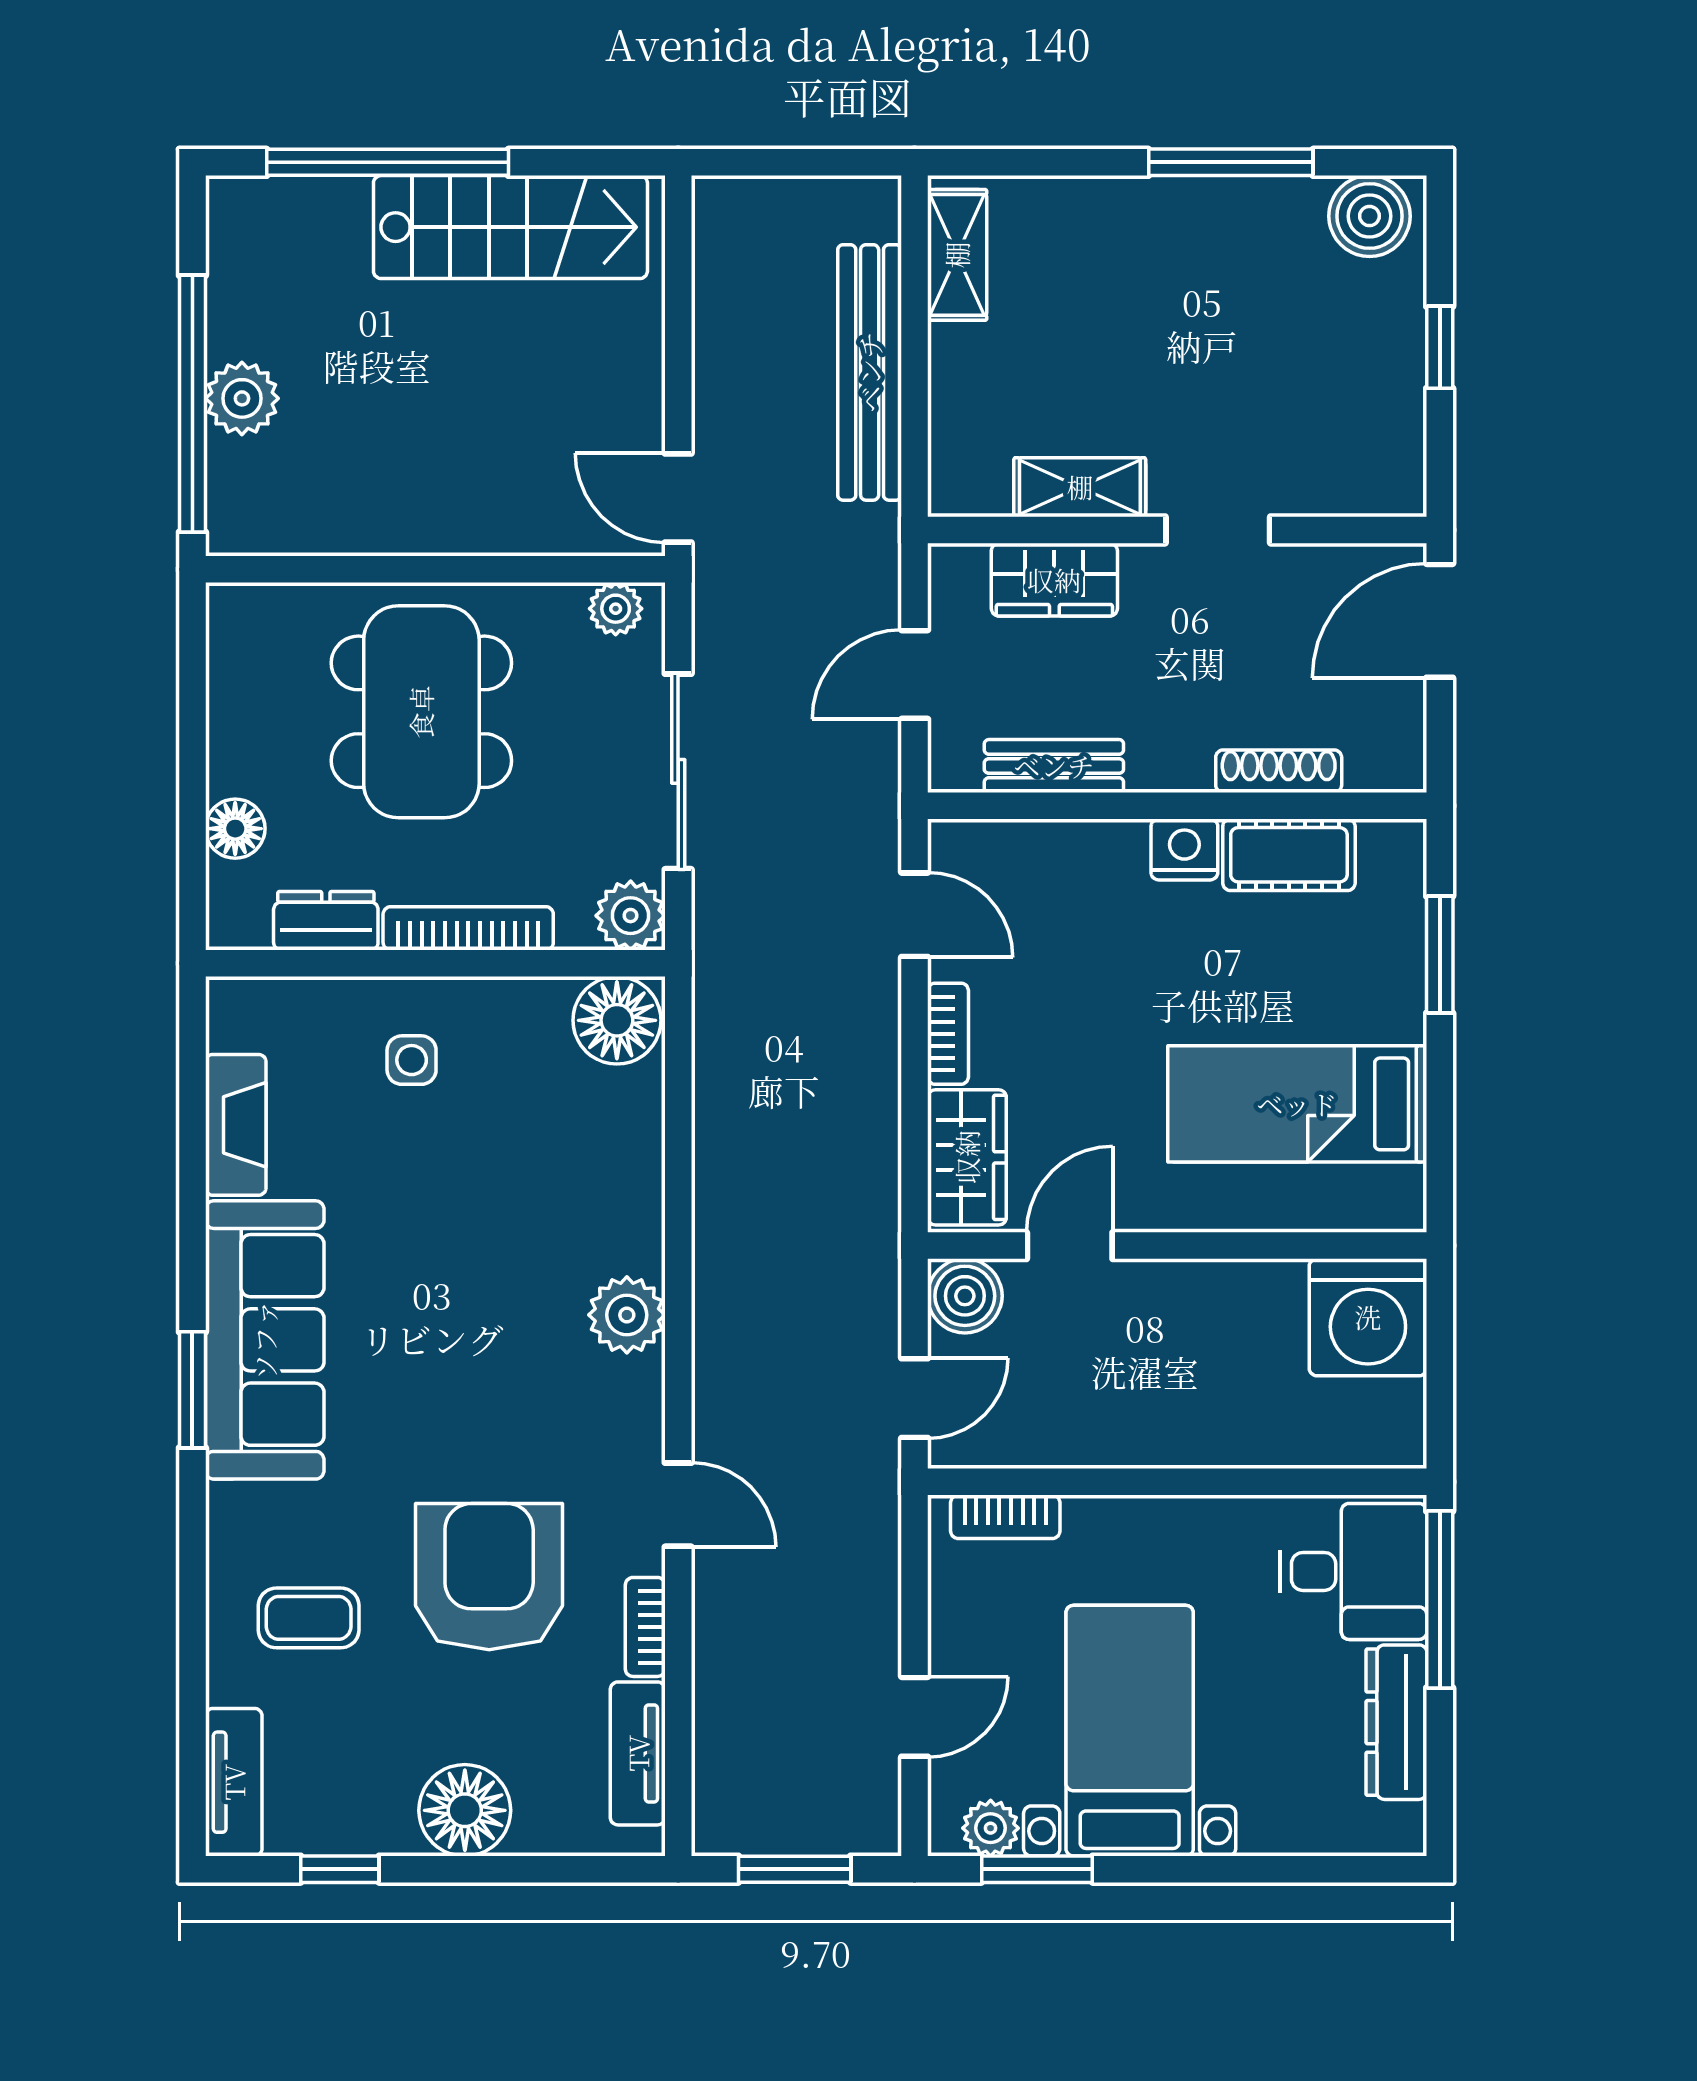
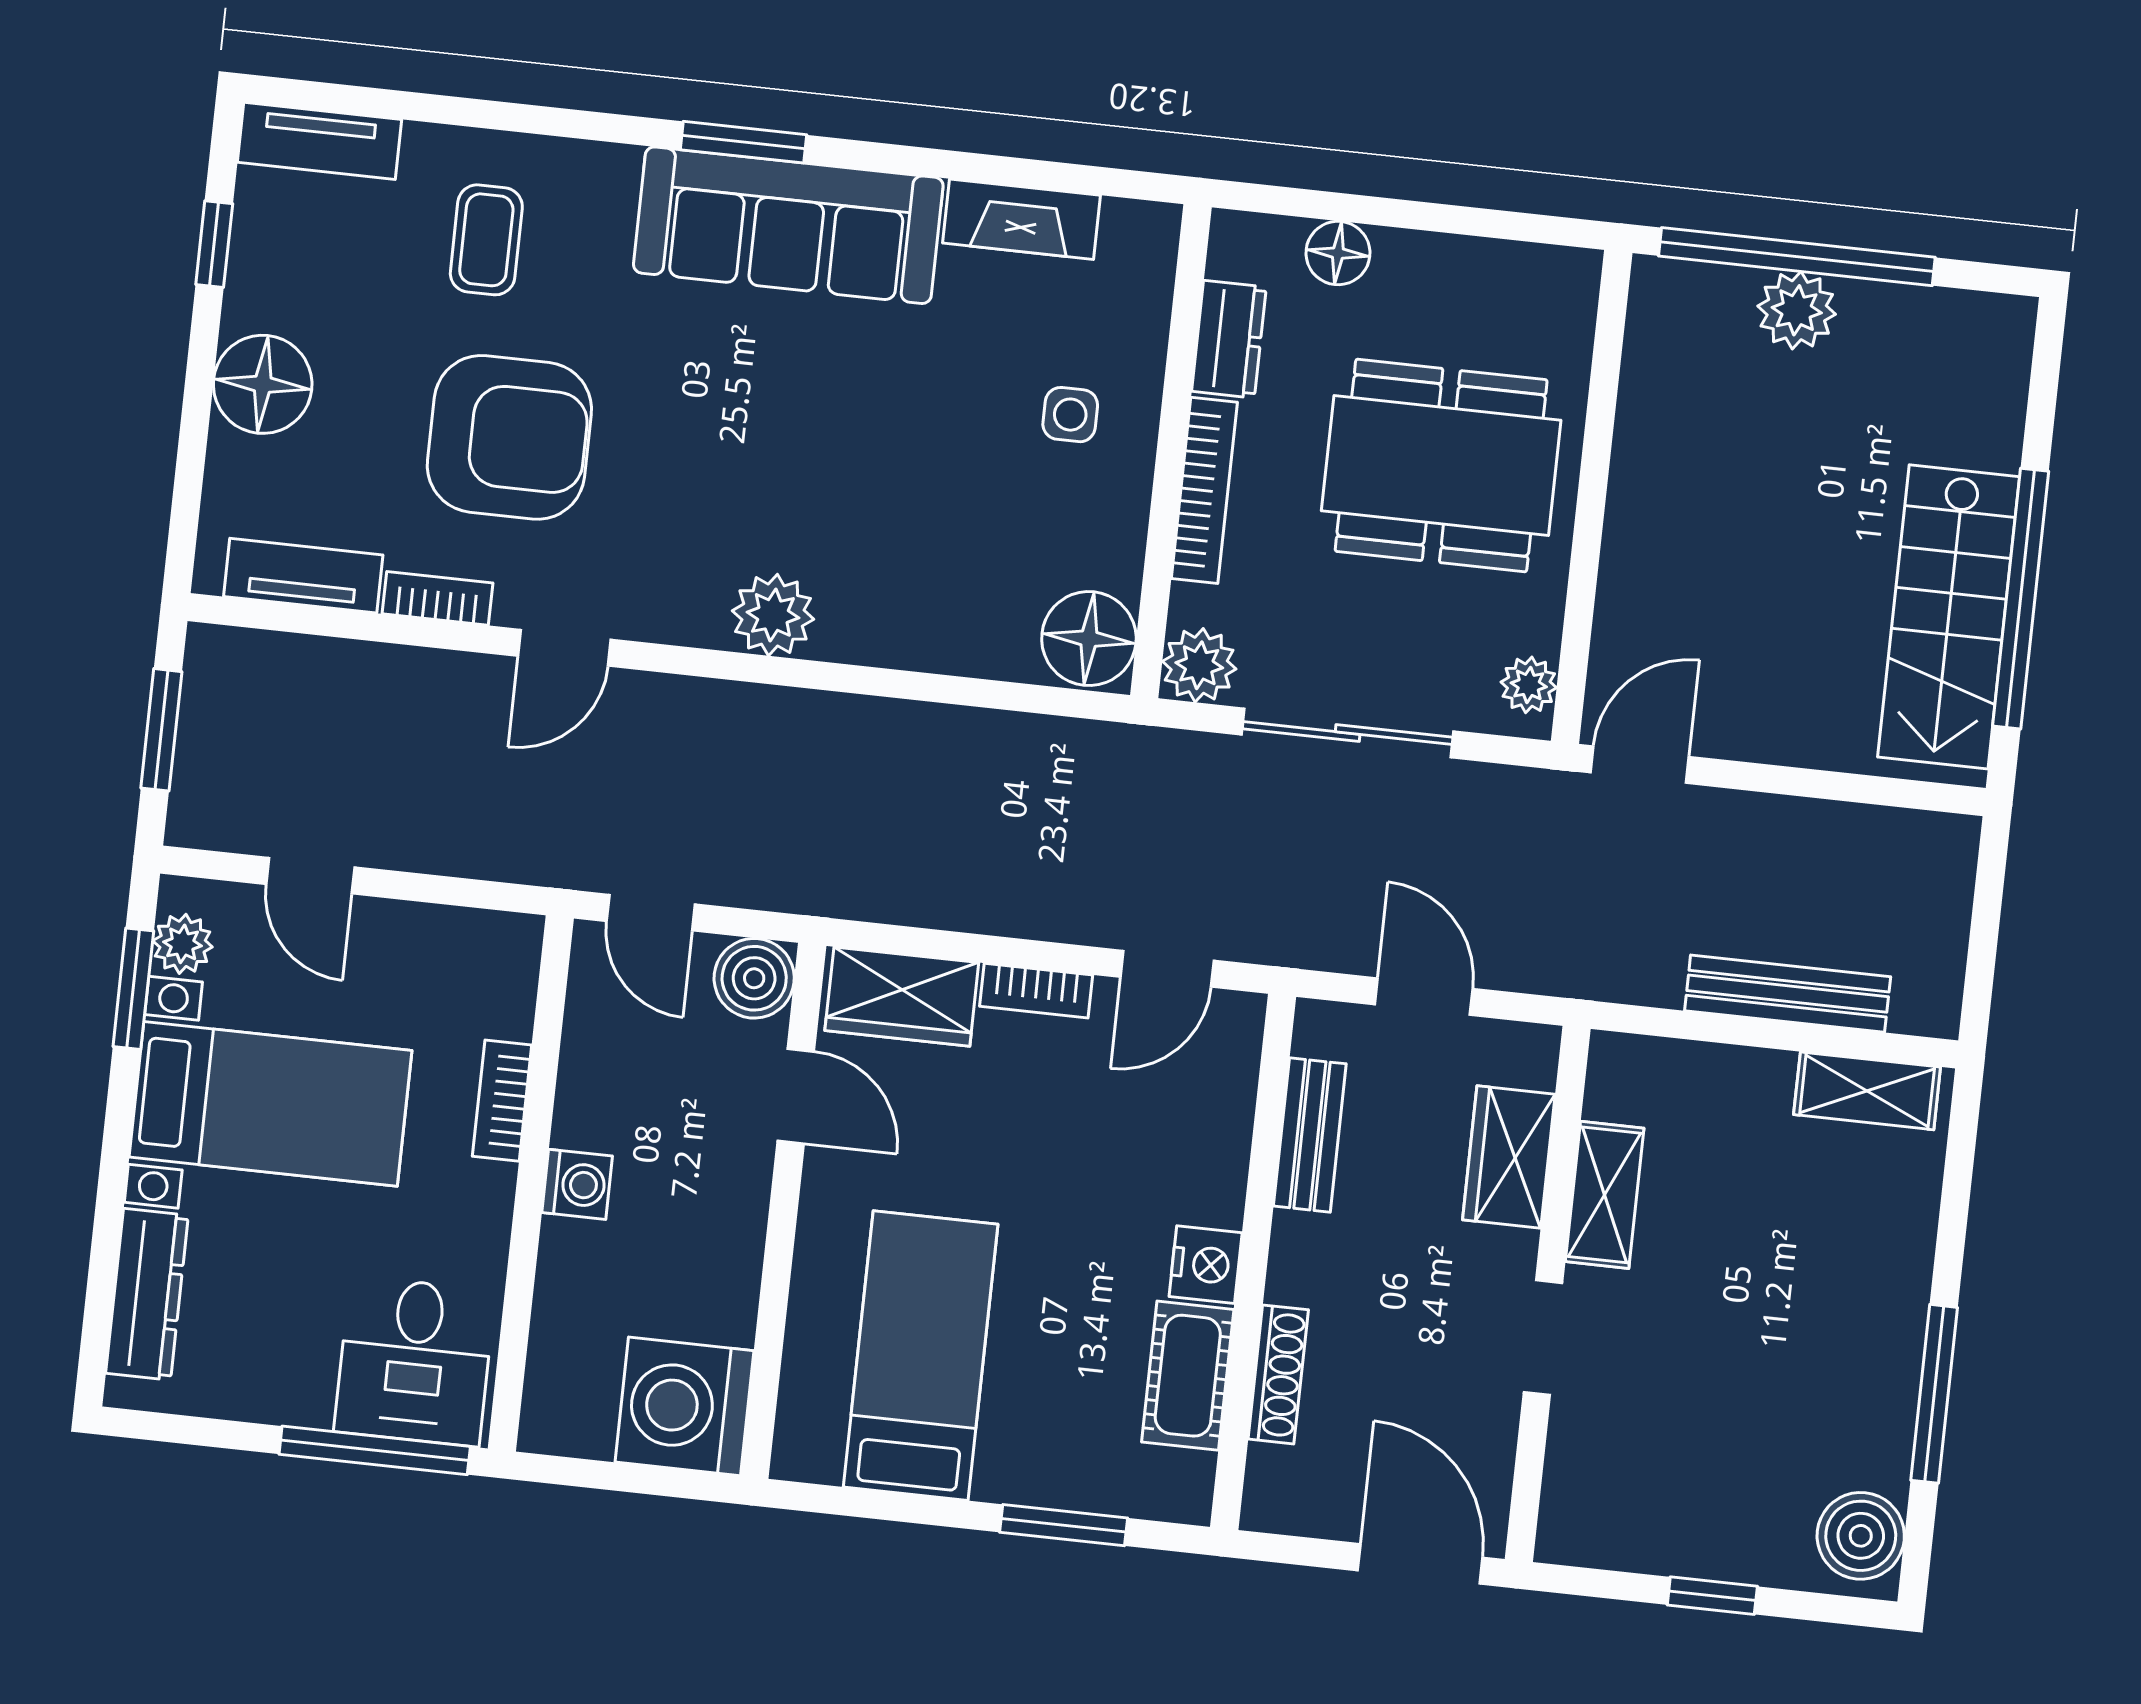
window: (388, 162) -> (2021, 599), moved
bench: (870, 372) -> (1788, 994), width x0.73, depth x0.82
washing machine: (1173, 1439) -> (577, 1184), added
bookcase: (1005, 1517) -> (502, 1101), moved
dresser: (1396, 1722) -> (147, 1294), moved, turned 90

